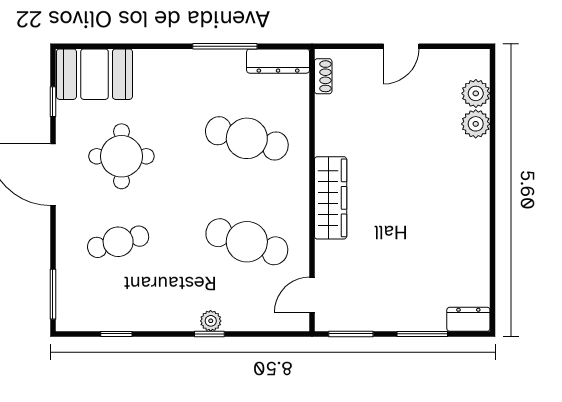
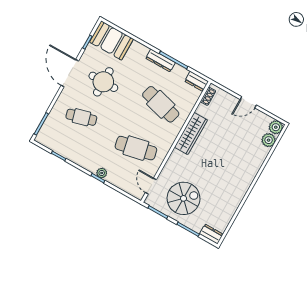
dresser: (202, 60) -> (161, 60), added
dresser: (278, 61) -> (197, 81), width x0.70
plant: (476, 124) -> (276, 127), moved
wardrobe: (331, 198) -> (191, 134), moved
cafe table: (247, 242) -> (136, 148), turned -30
spiral stairs: (383, 284) -> (184, 198), added
door: (312, 295) -> (151, 186), hinge flipped

